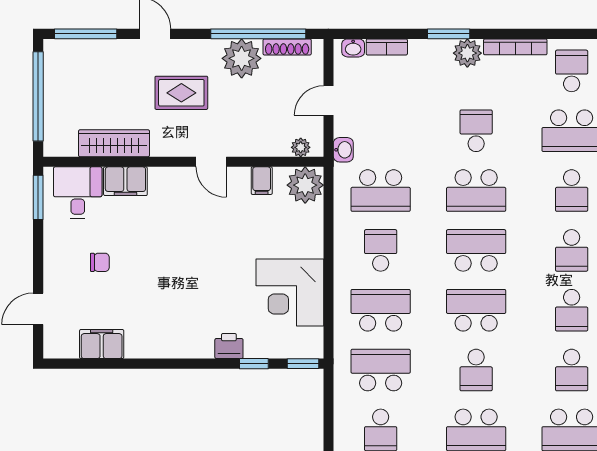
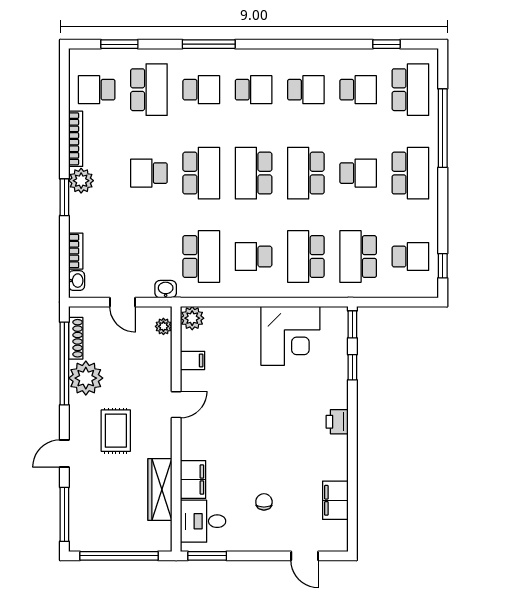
plant: (305, 185) -> (192, 318), width x0.73, depth x0.73
printer: (229, 346) -> (337, 422), moved

